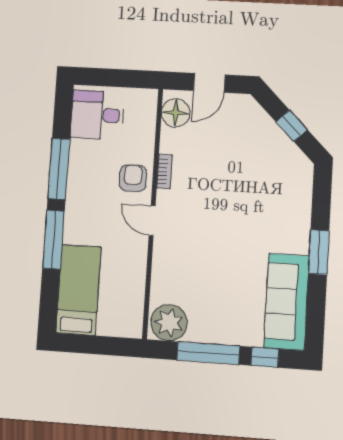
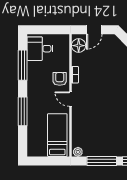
window: (59, 169) -> (23, 65), moved
bed: (79, 290) -> (57, 135), moved
plant: (169, 323) -> (78, 152), width x0.53, depth x0.53

